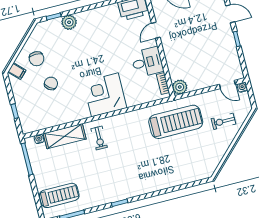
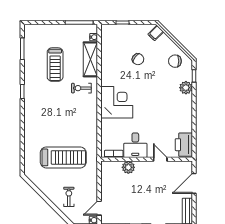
chair: (37, 59) -> (175, 61), moved
plant: (180, 87) -> (128, 167), moved
treadmill: (176, 122) -> (63, 157), moved, turned -90
treadmill: (59, 195) -> (55, 65), moved

